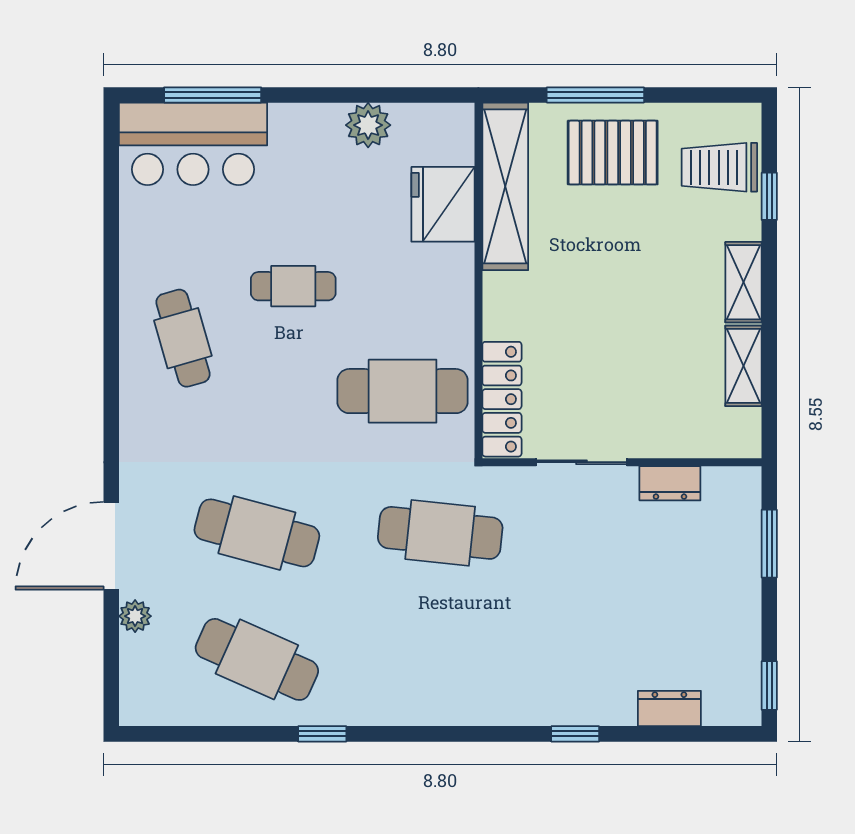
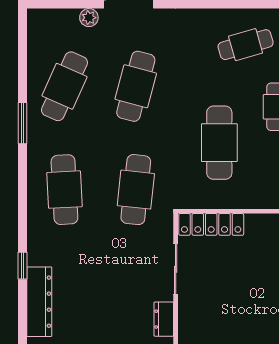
cafe table: (403, 391) -> (219, 143), moved
cafe table: (440, 659) -> (64, 190), added
dresser: (669, 709) -> (39, 302), width x1.96, depth x1.24
window: (322, 734) -> (23, 123), width x1.50

